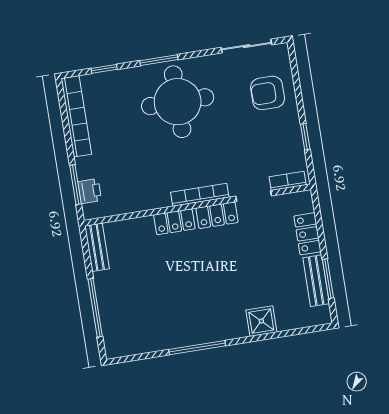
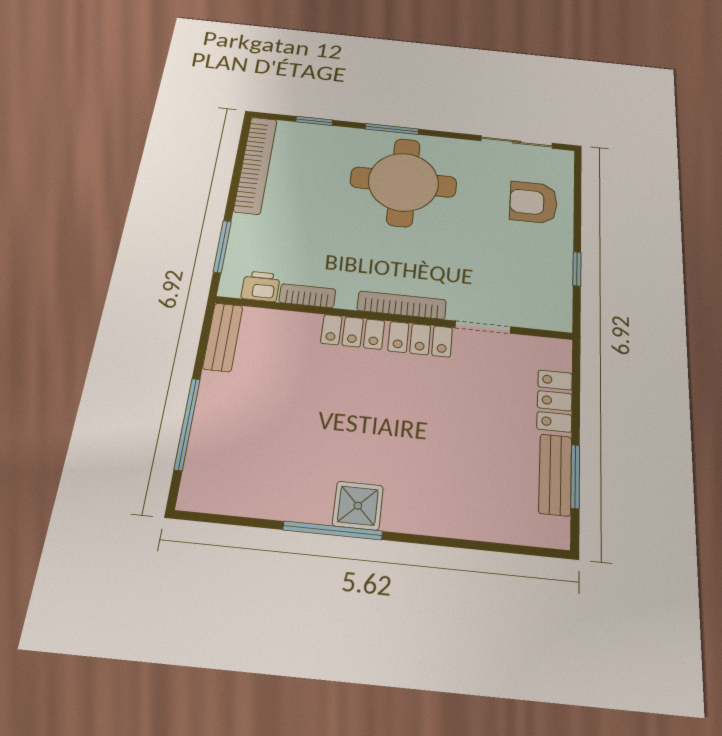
bookcase: (288, 181) -> (307, 296), moved
printer: (90, 191) -> (261, 286), moved, turned -90
shower: (261, 321) -> (358, 506), moved

